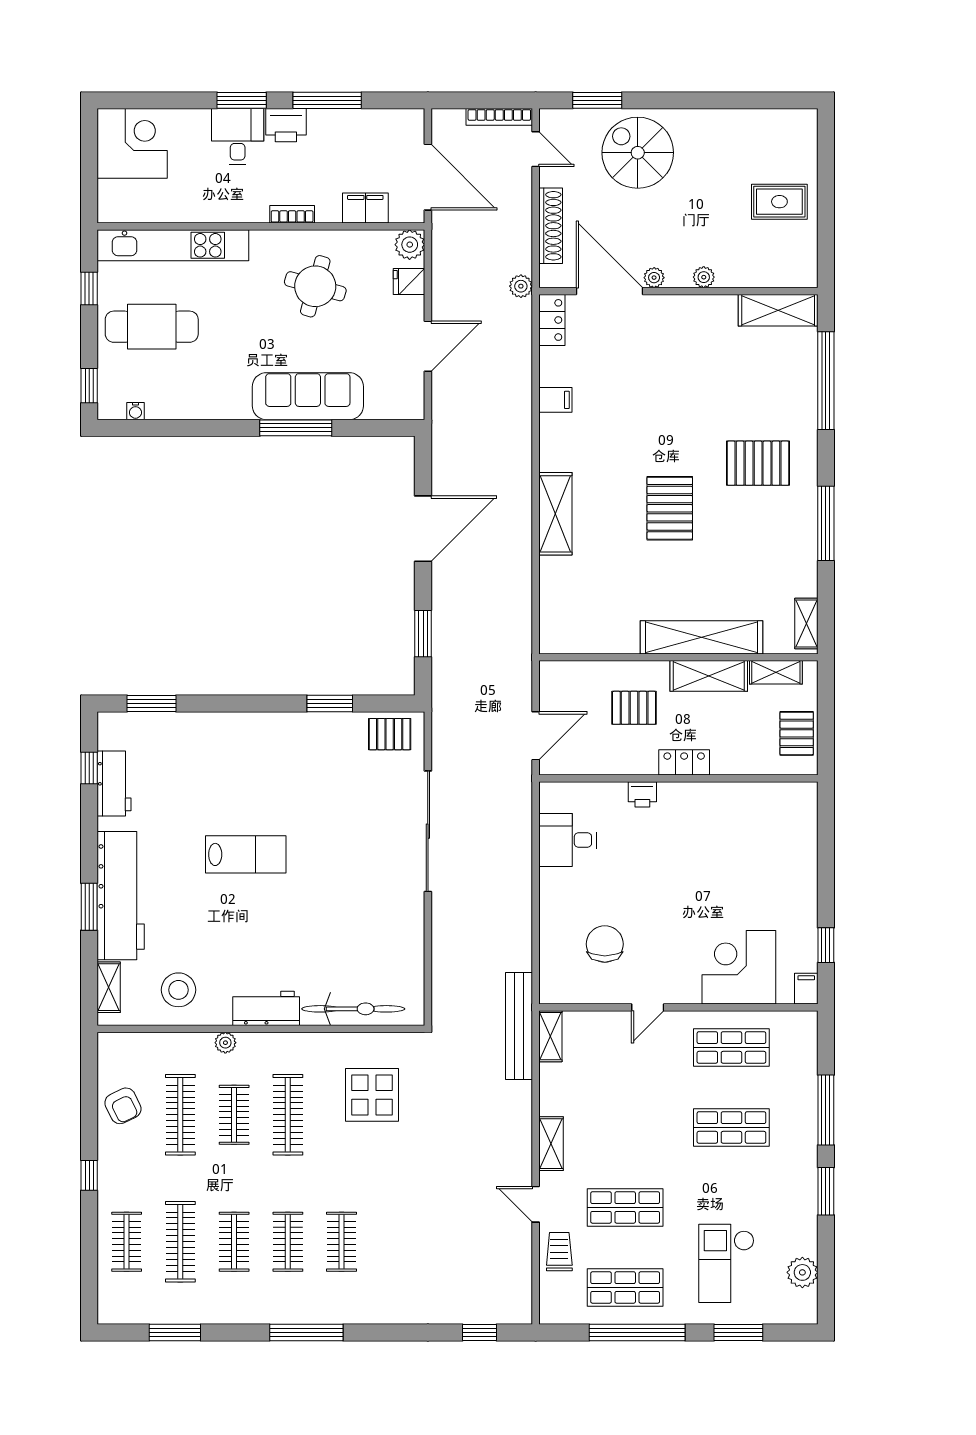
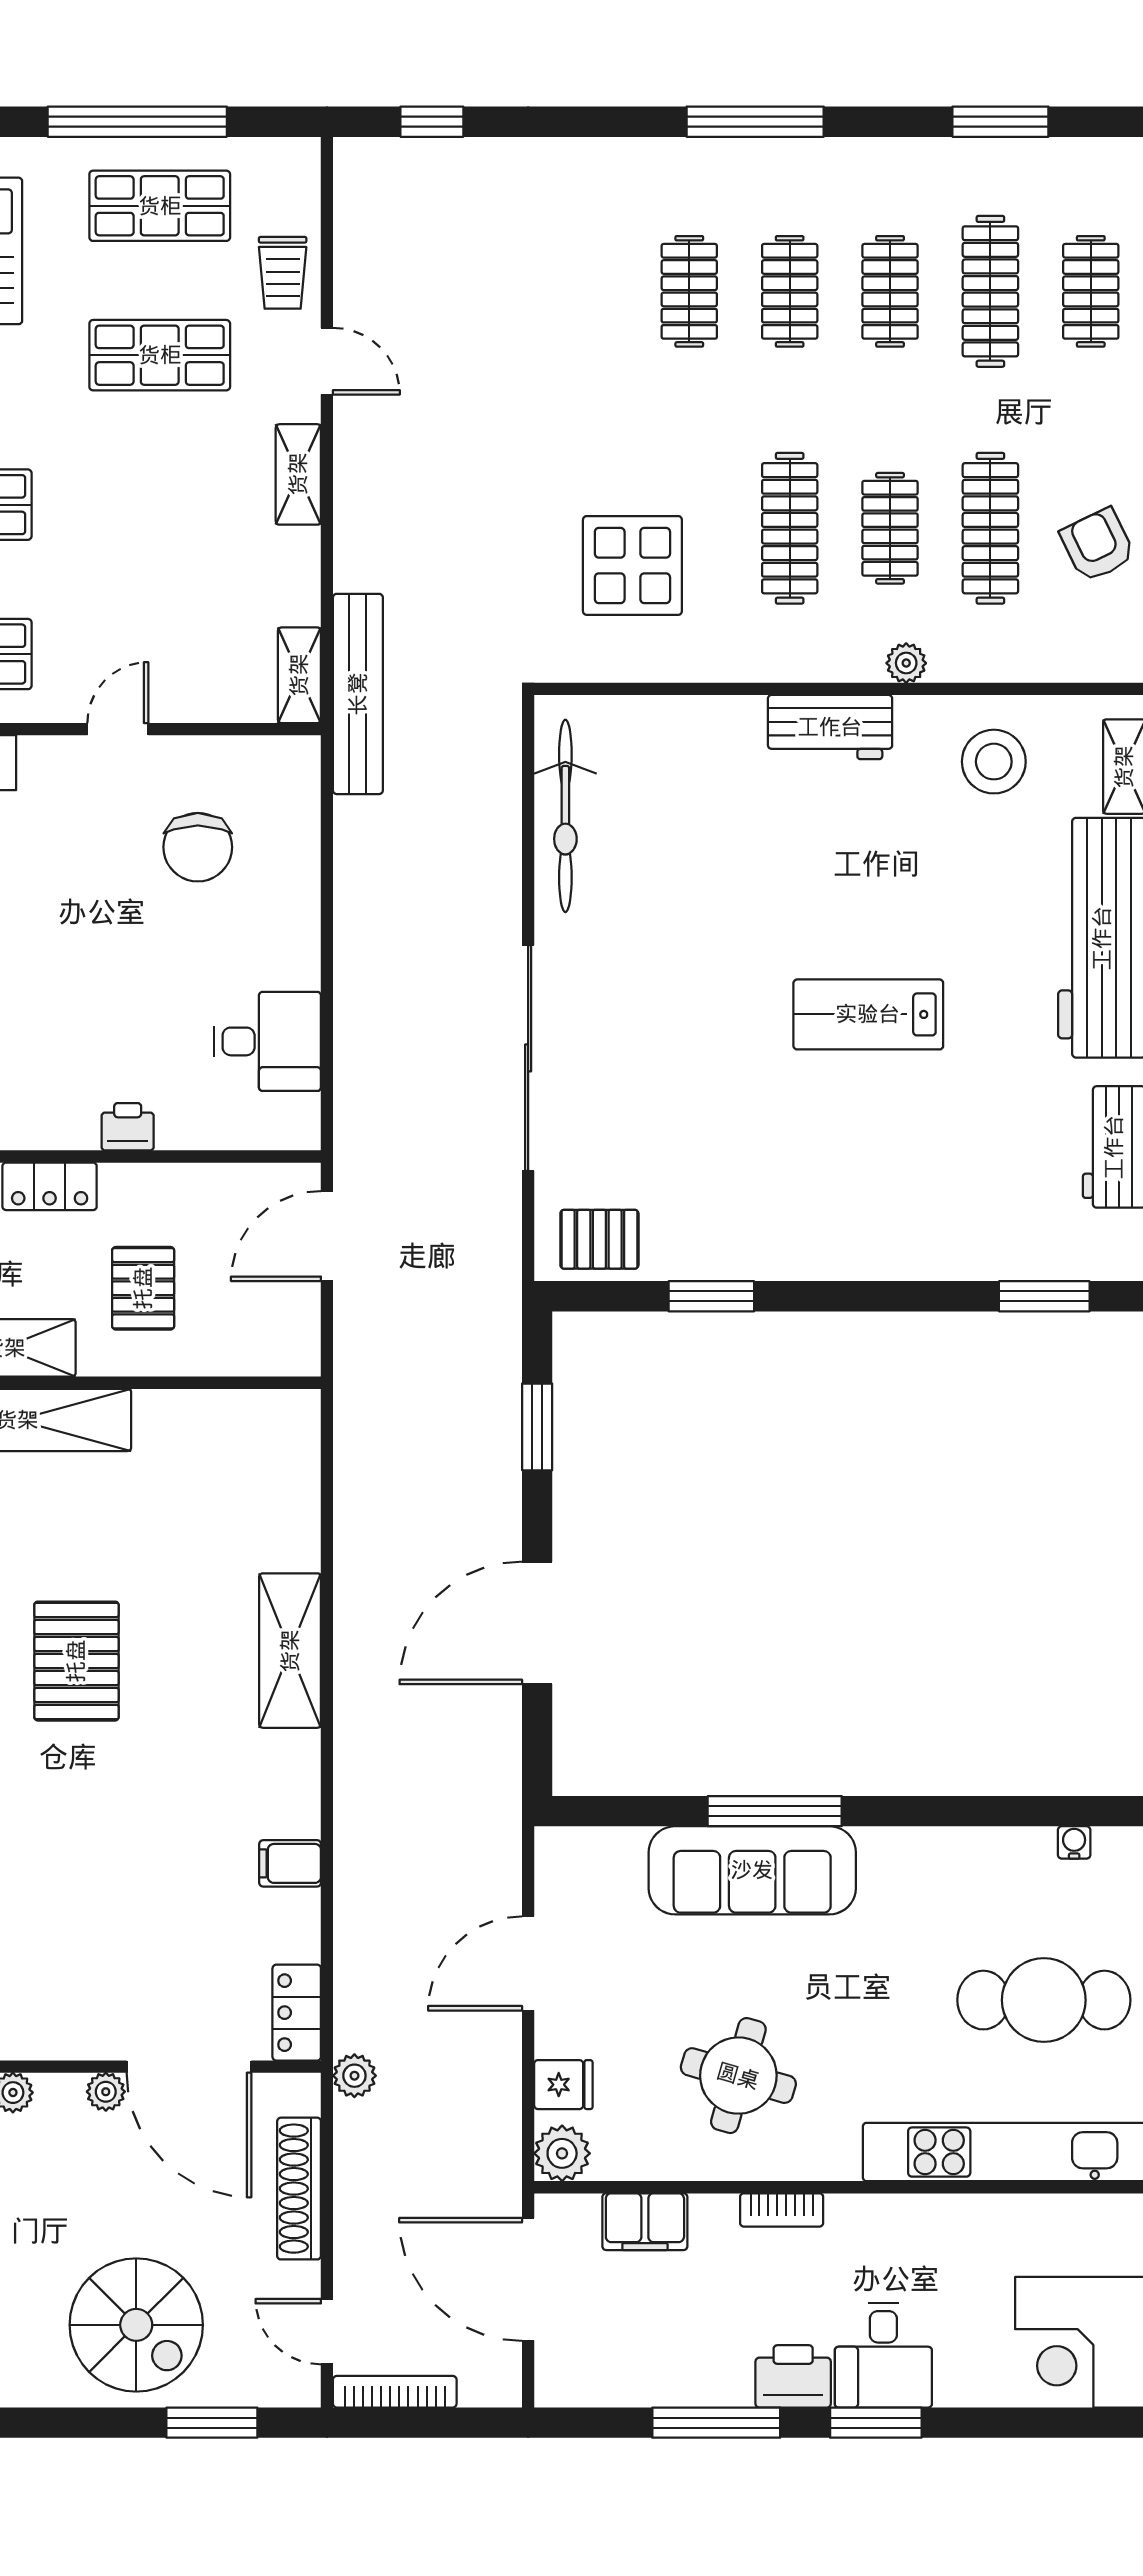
pallet: (634, 708) -> (143, 1288), turned 90
bicycle: (353, 1009) -> (565, 816), moved, turned -90

